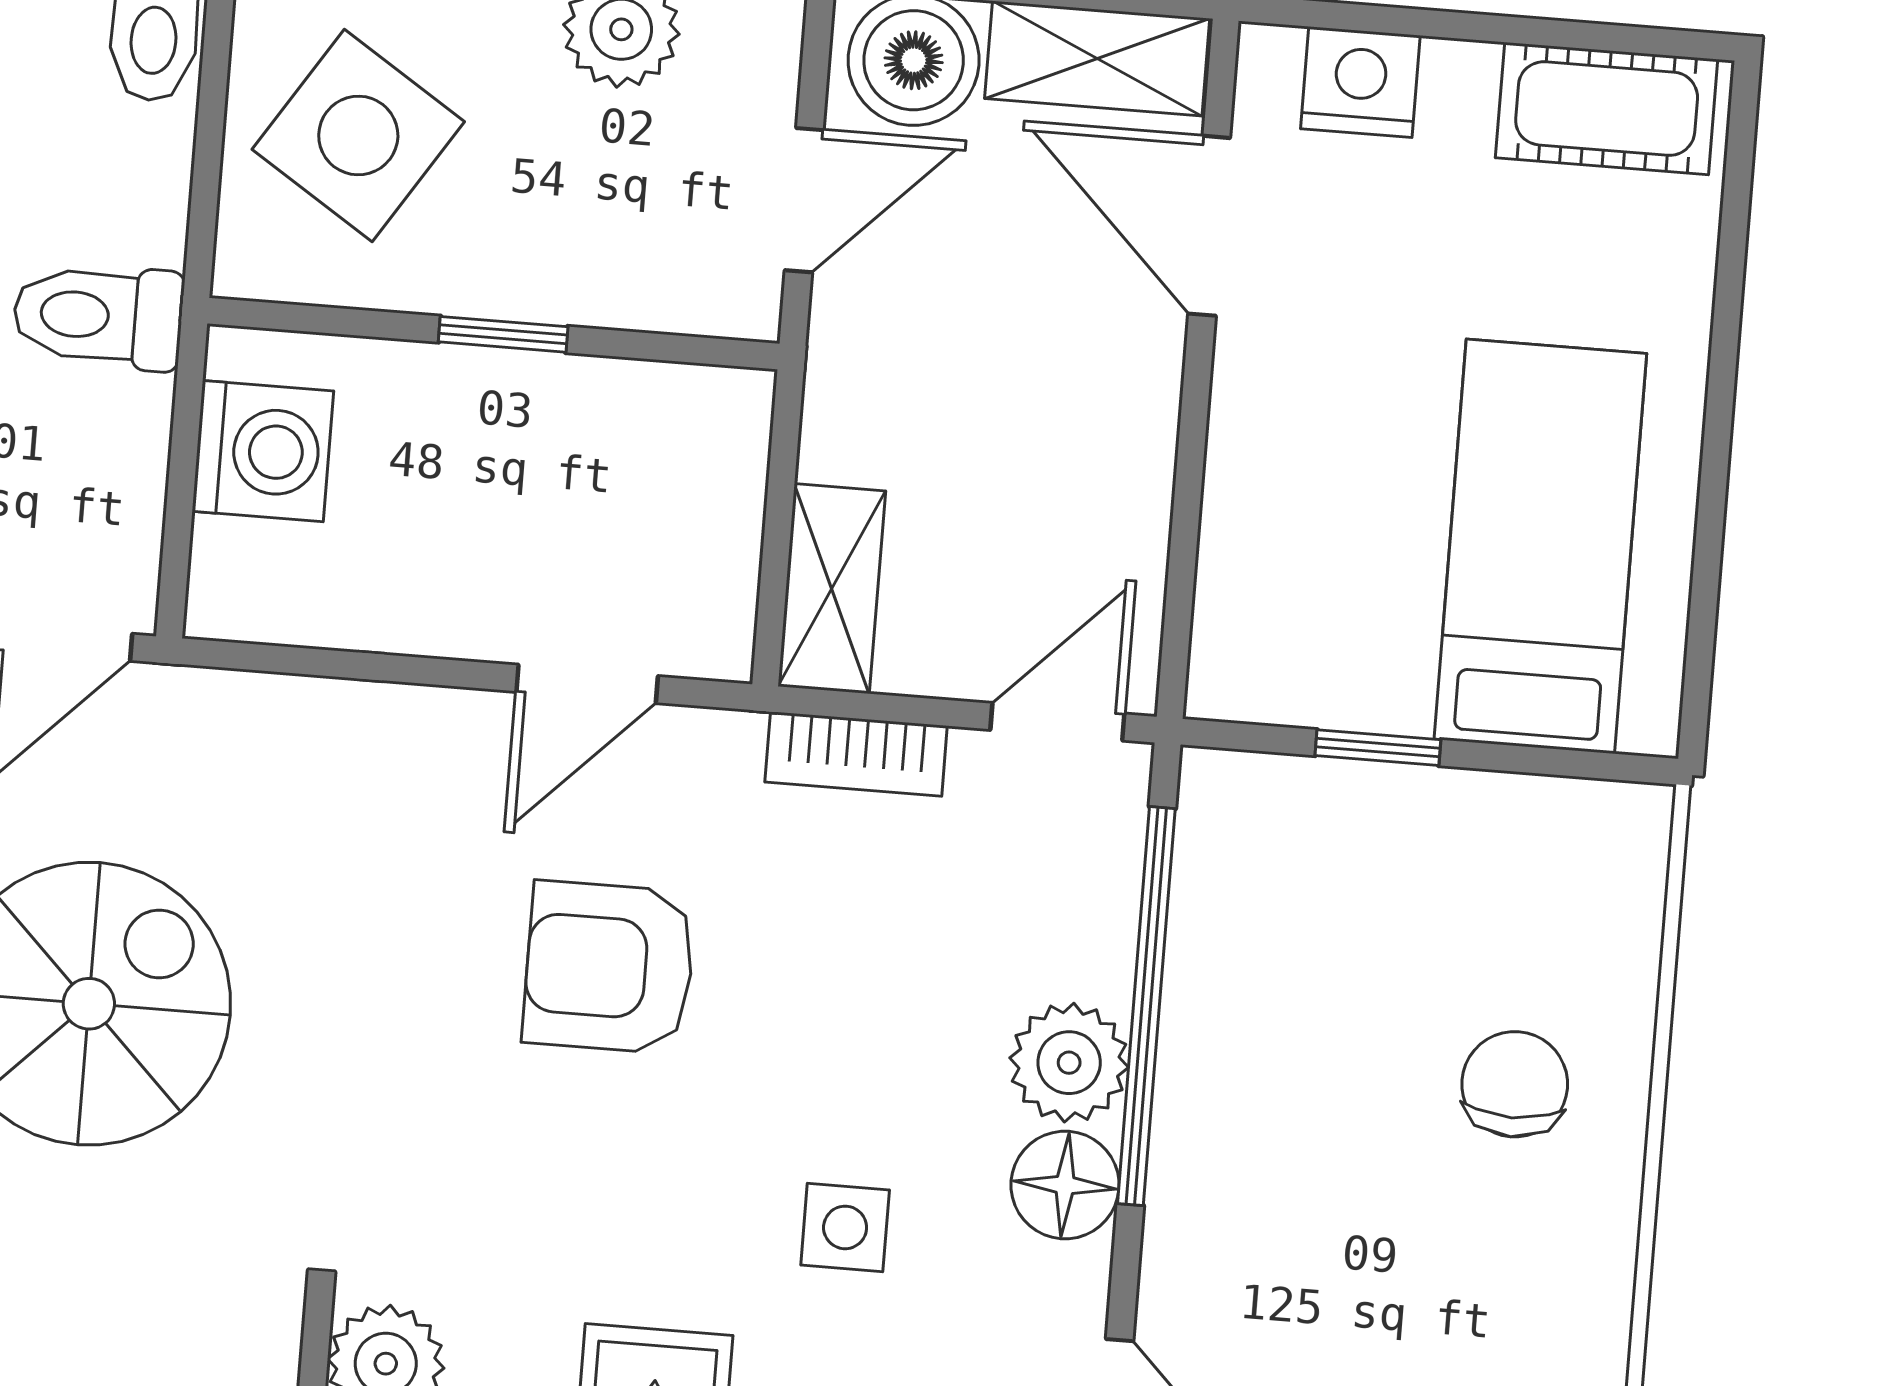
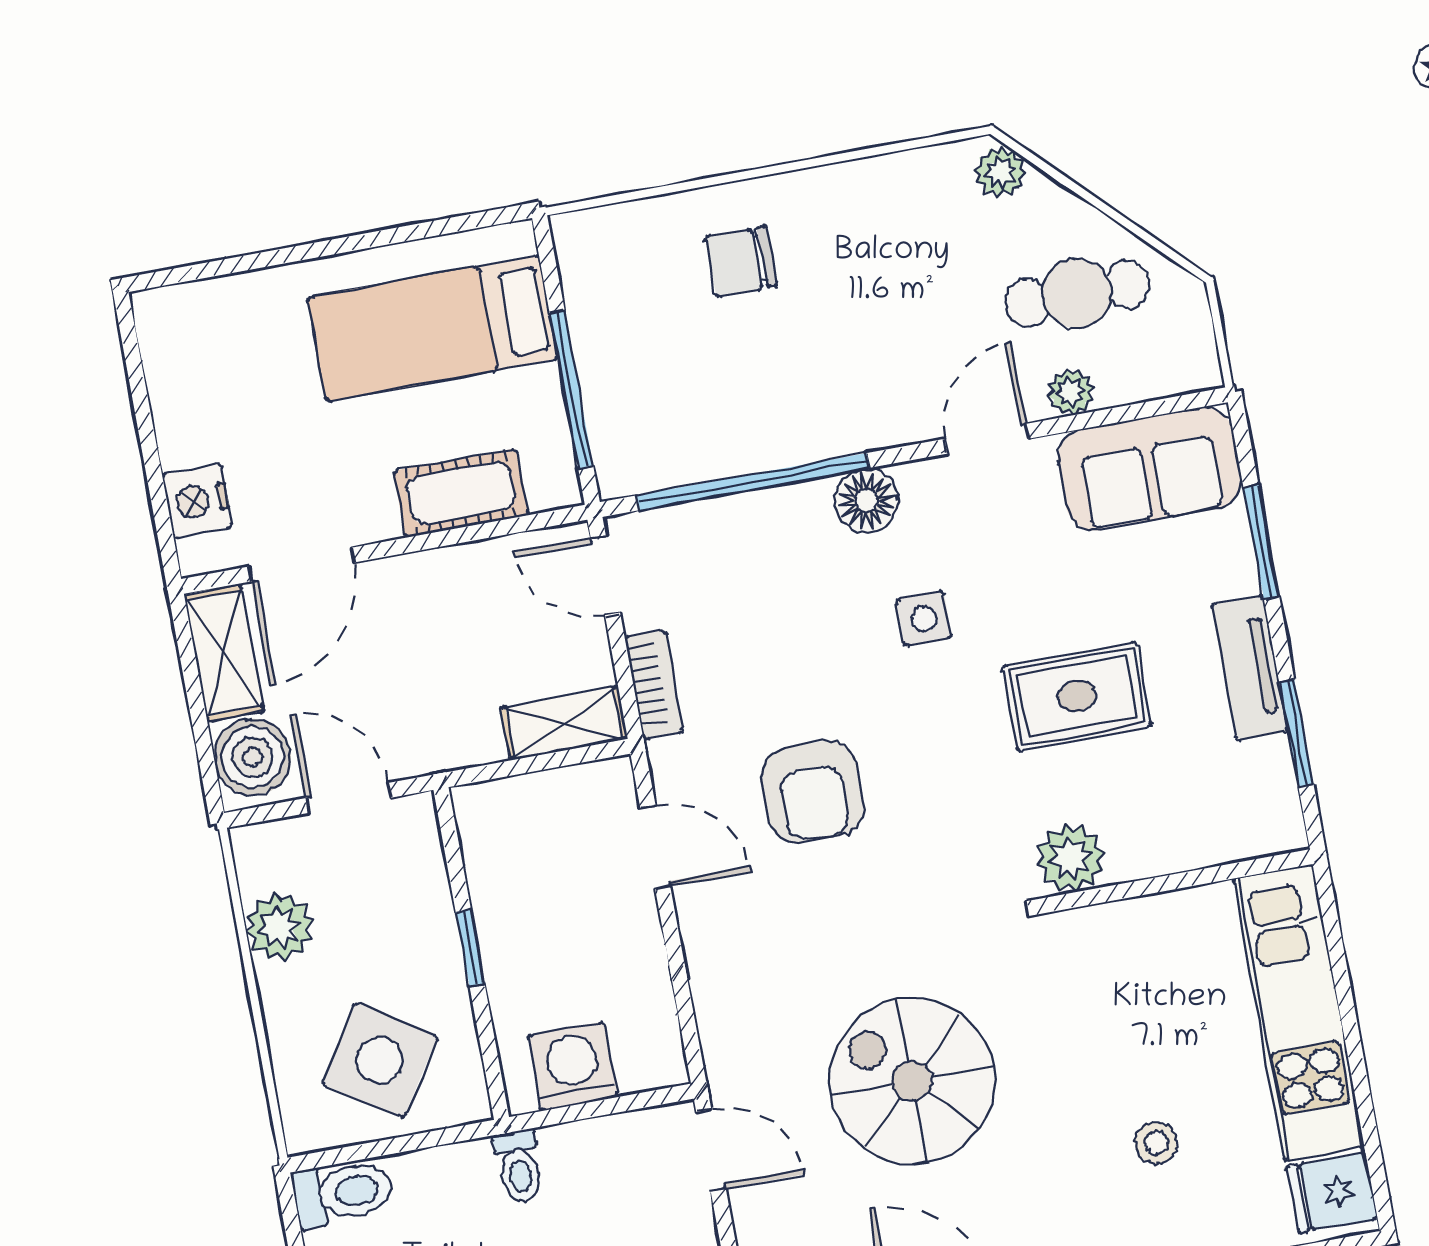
cot: (1607, 109) -> (461, 493), moved, turned 90
toilet: (98, 316) -> (519, 1167), width x0.73, depth x0.72
window: (1378, 748) -> (571, 390), width x2.17
plant: (1069, 1063) -> (797, 517), removed

